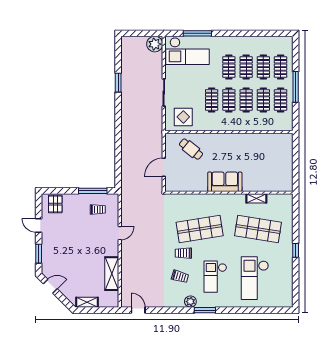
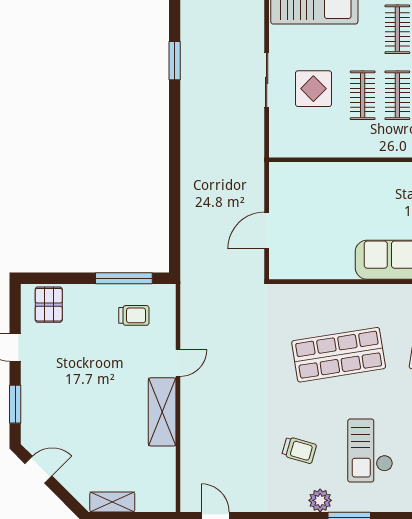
display table: (183, 117) -> (313, 89), moved
cafe table: (191, 149) -> (321, 194), removed
trolley: (183, 253) -> (306, 403), removed
shelving: (112, 274) -> (162, 412), moved

